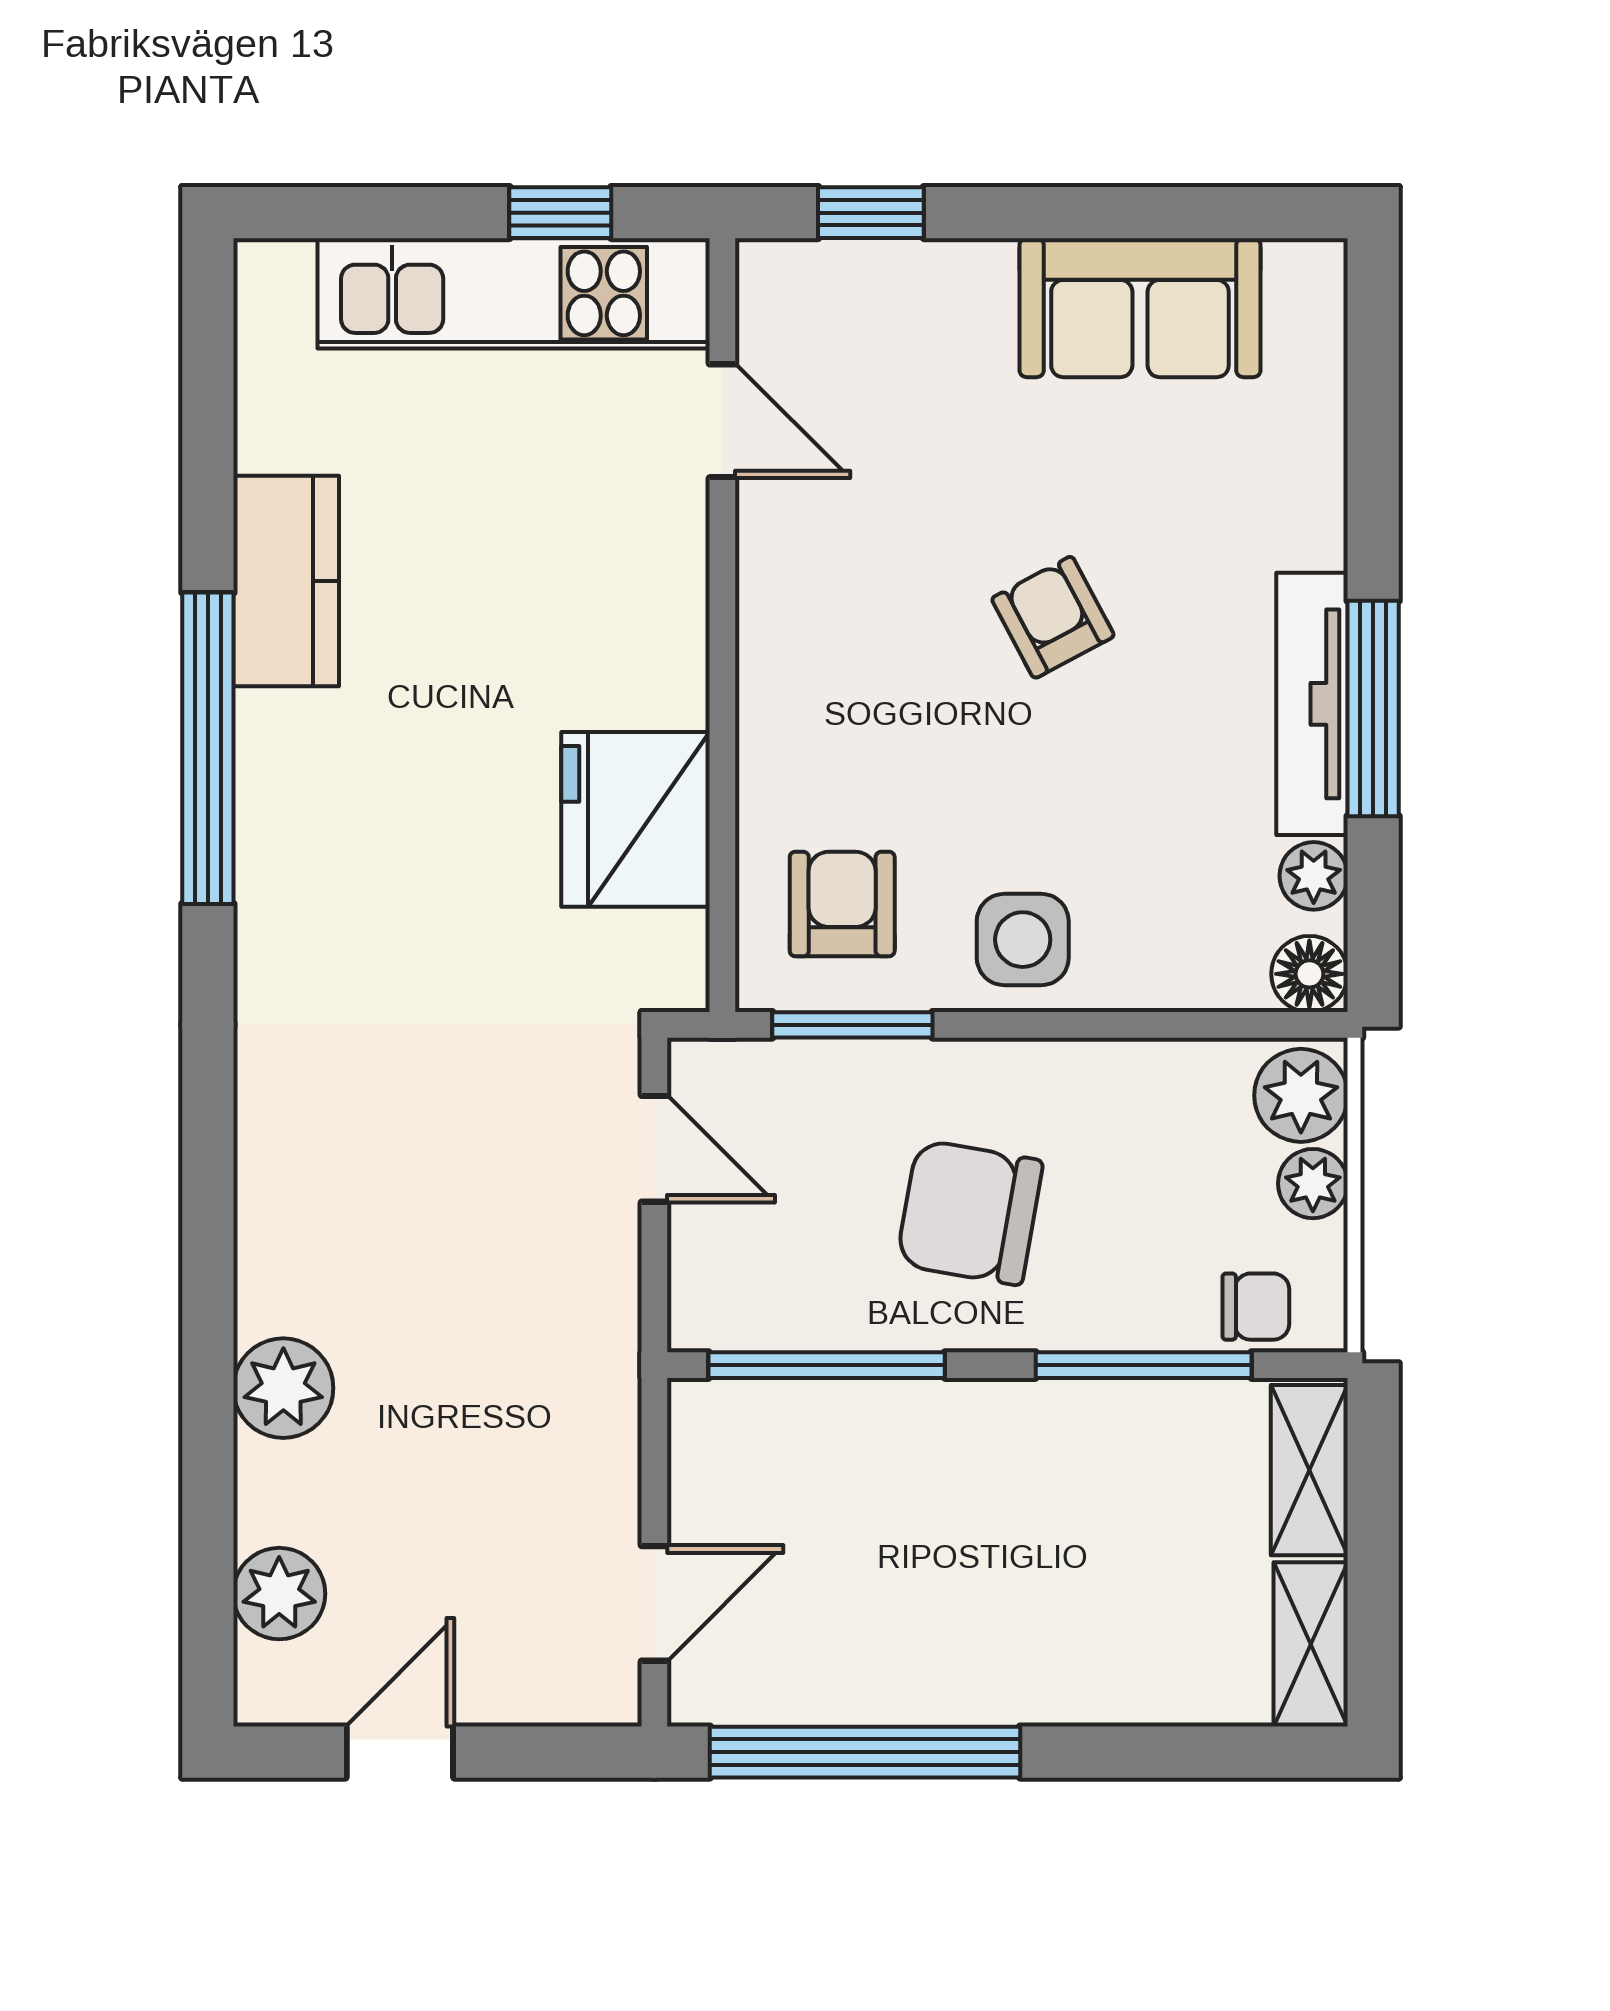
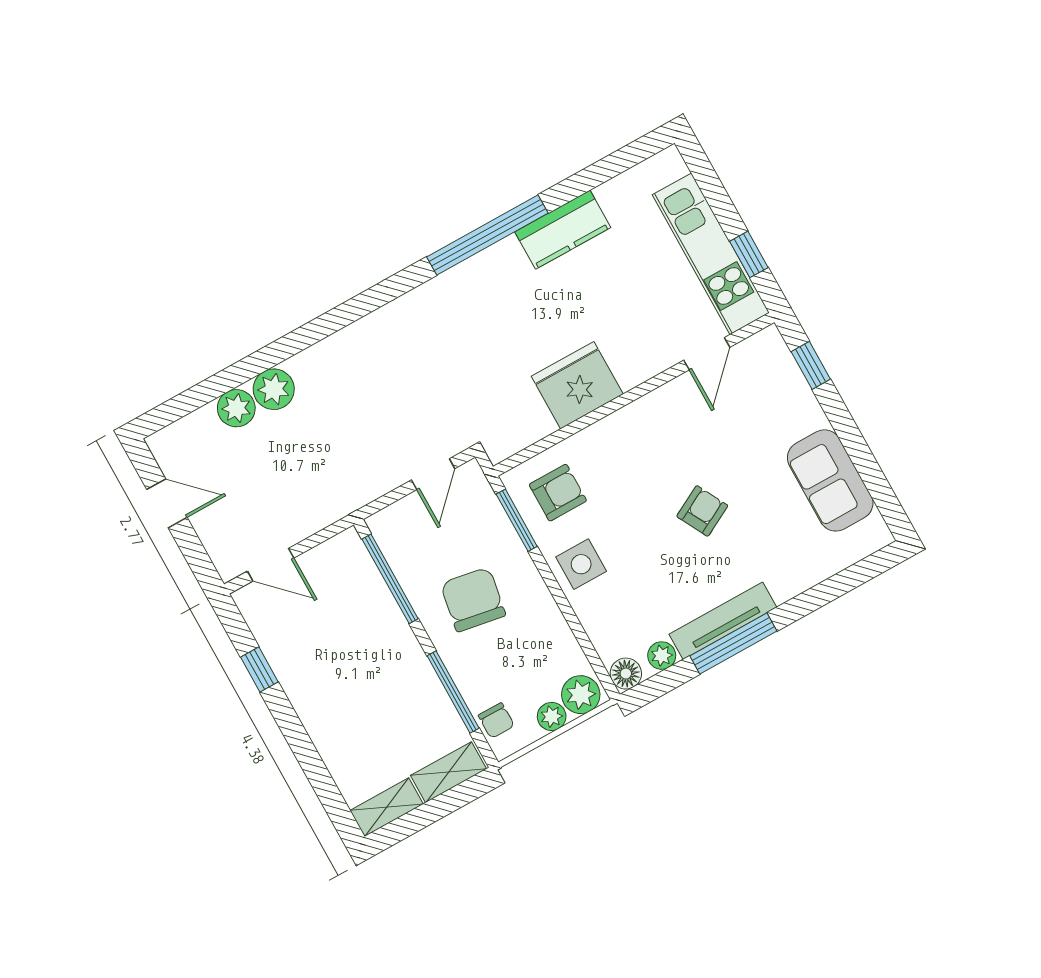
fridge: (636, 819) -> (577, 385), moved
plant: (279, 1594) -> (236, 408), moved
window: (865, 1752) -> (259, 669), width x0.32

